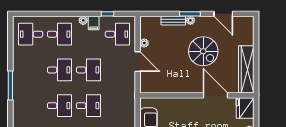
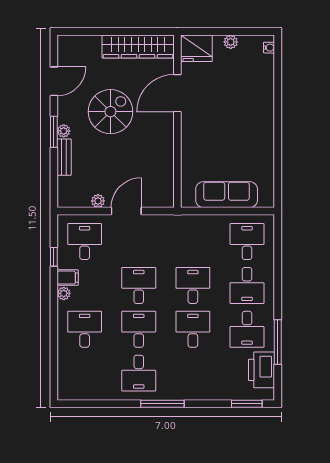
desk: (31, 34) -> (139, 373), moved

